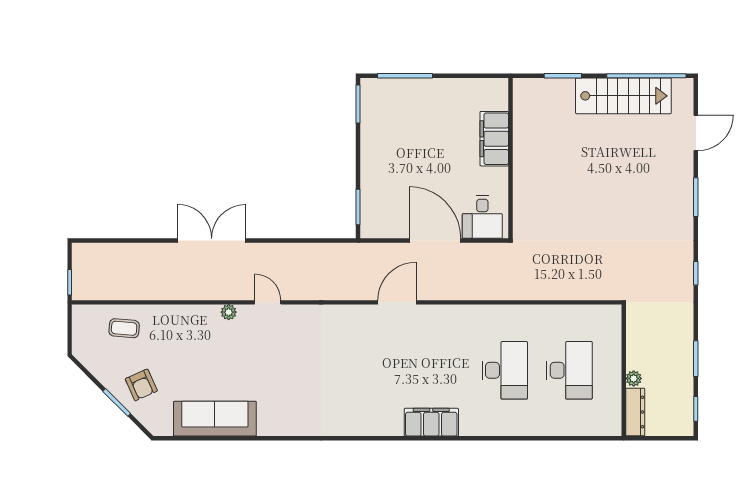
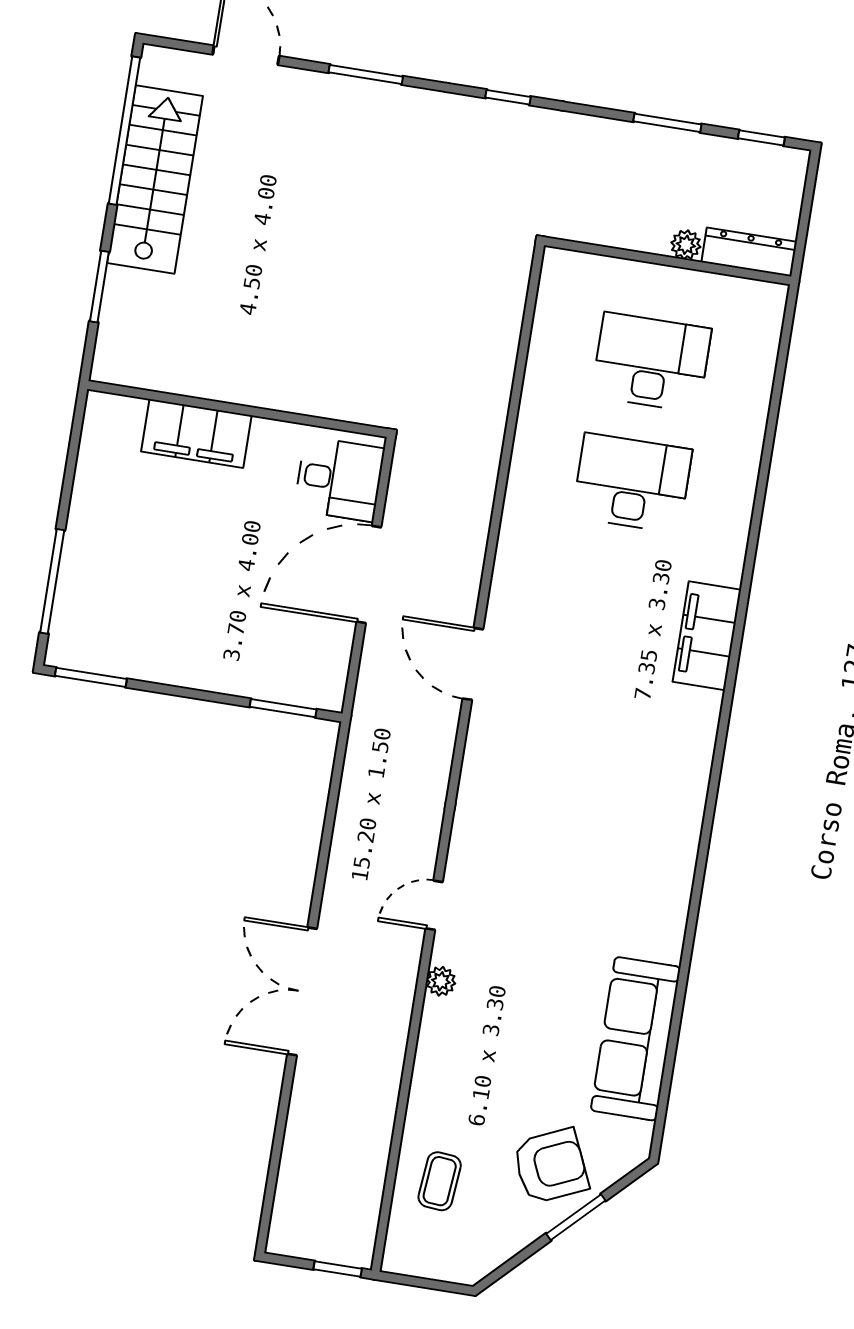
armchair: (141, 385) -> (551, 1166), width x1.38, depth x1.38

